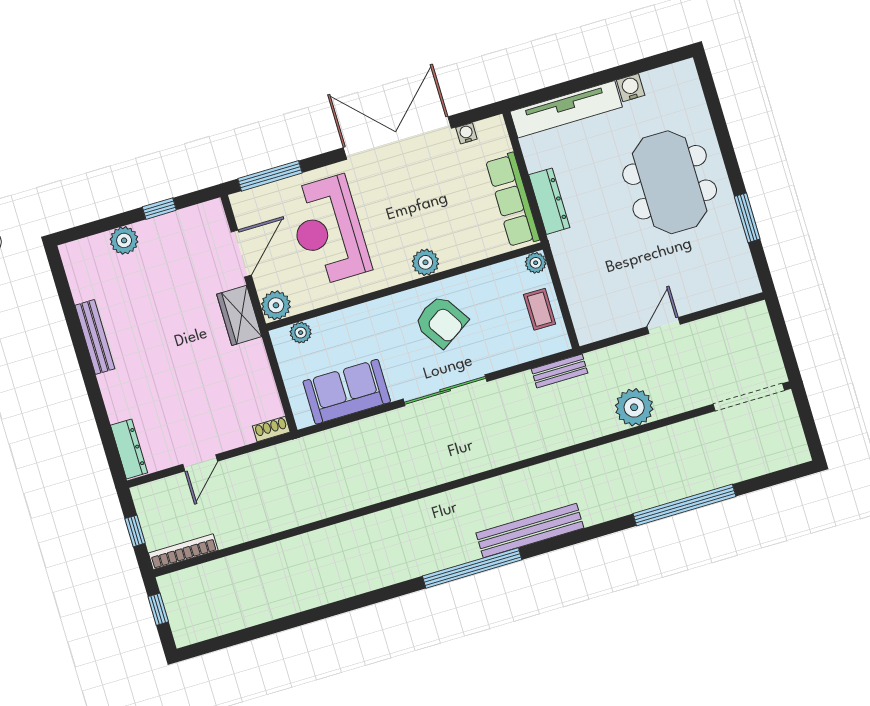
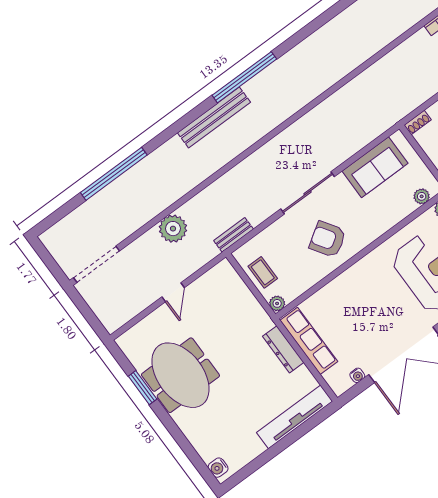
water cooler: (631, 88) -> (218, 468), moved, turned 90
meeting table: (670, 182) -> (180, 375), moved
plant: (425, 262) -> (353, 276), removed

